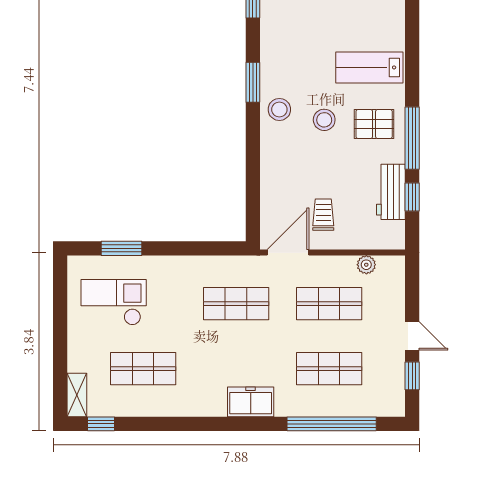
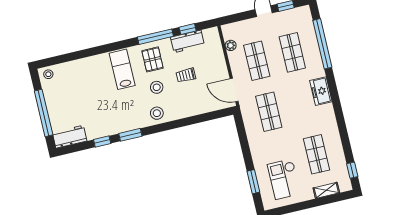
lab bench: (369, 67) -> (122, 69), turned 180
window: (253, 82) -> (130, 135), moved
trolley: (323, 215) -> (186, 75), moved
shelving: (77, 395) -> (326, 190), moved

